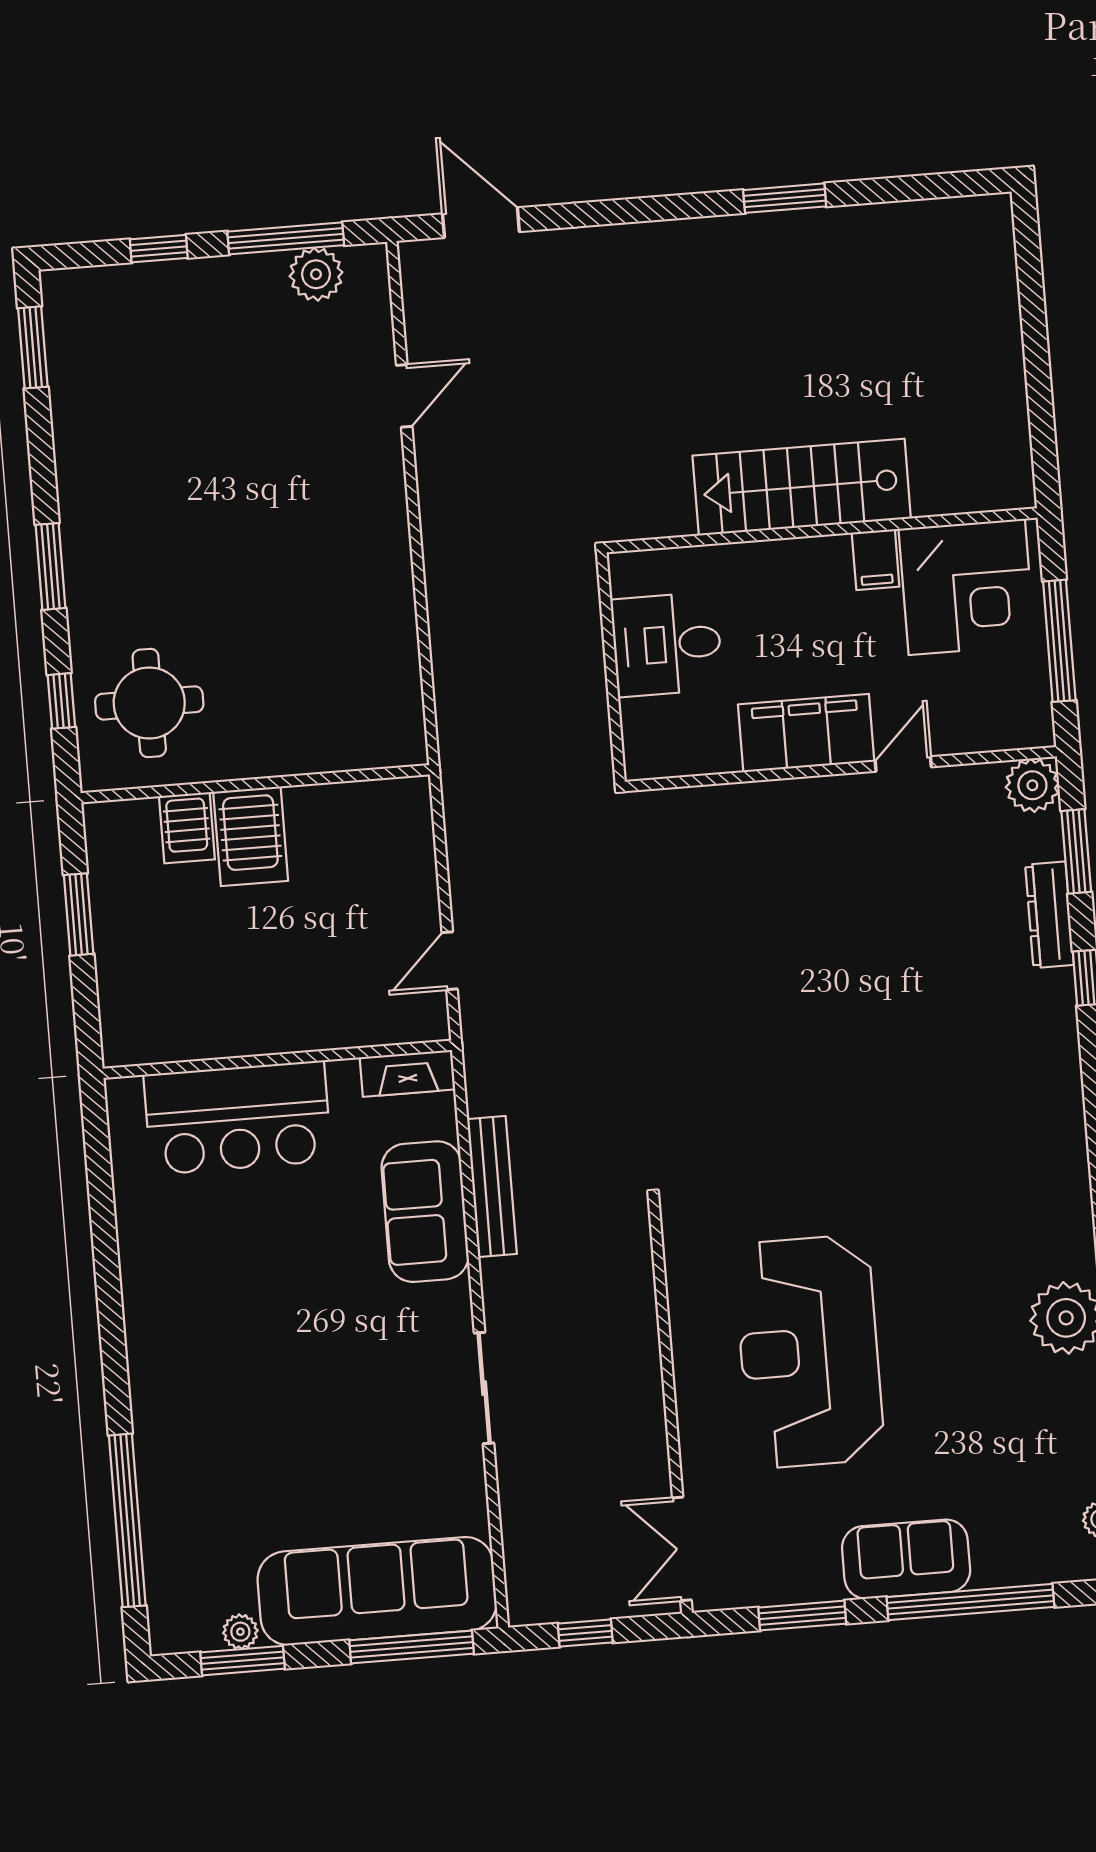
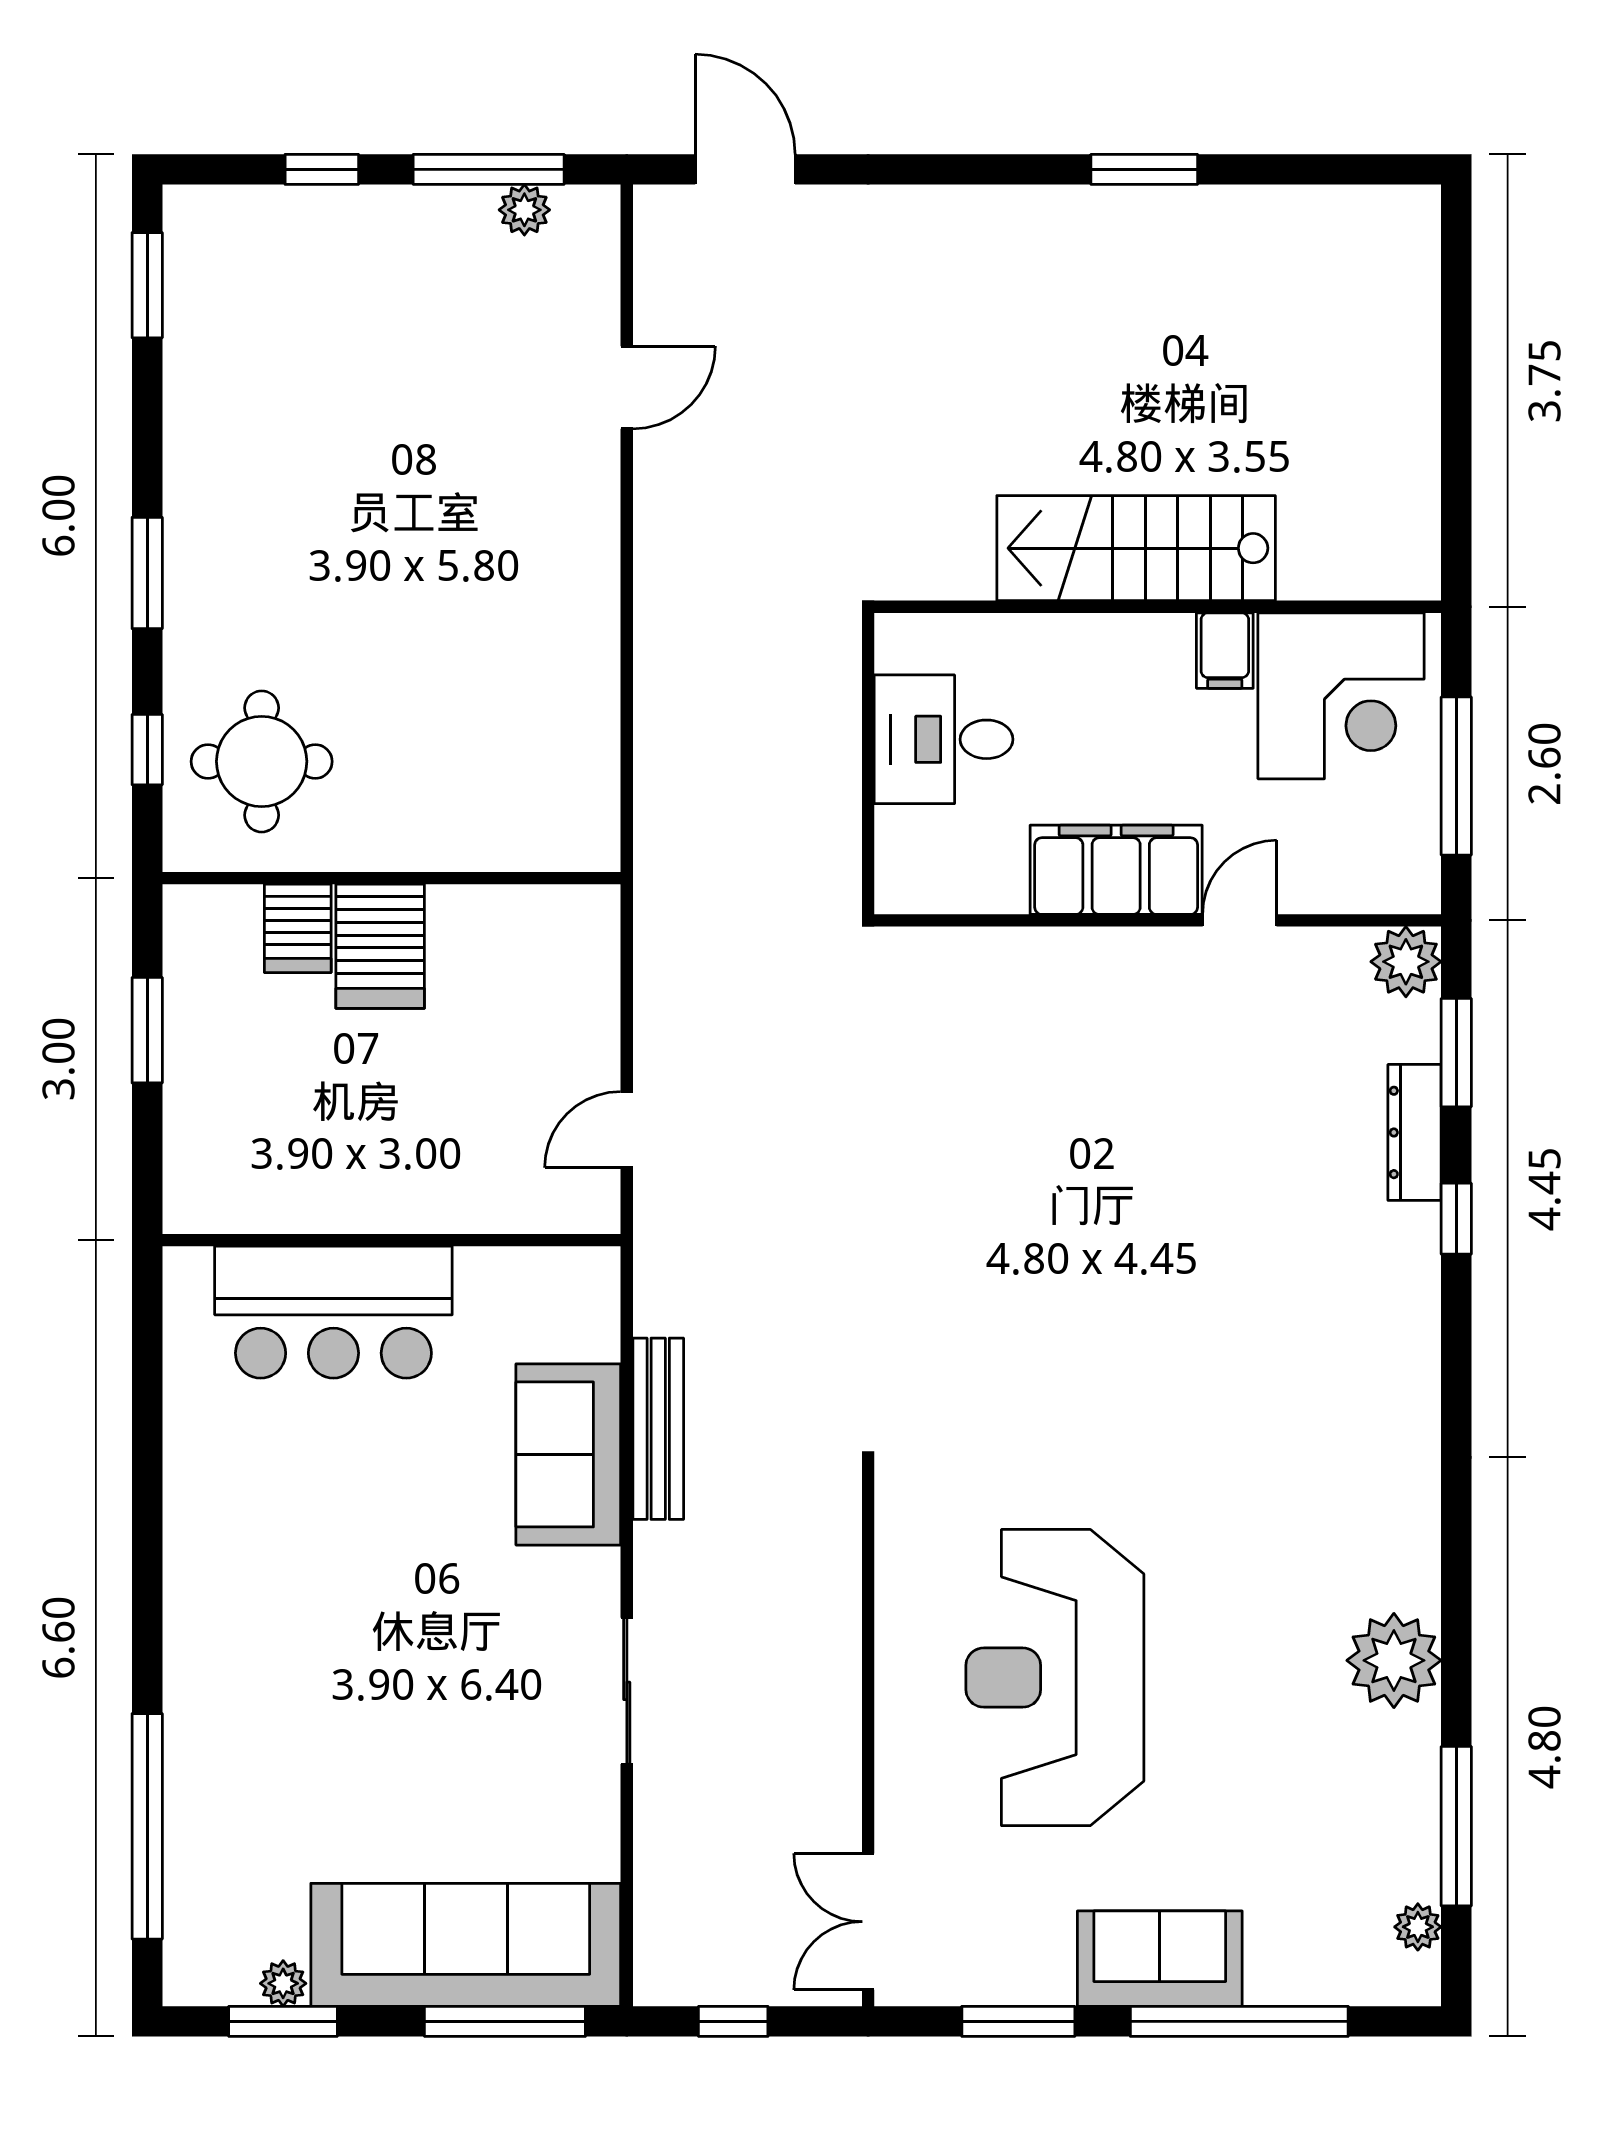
plant: (316, 274) -> (524, 210), width x0.73, depth x0.73
fireplace: (407, 1073) -> (560, 1272), removed

